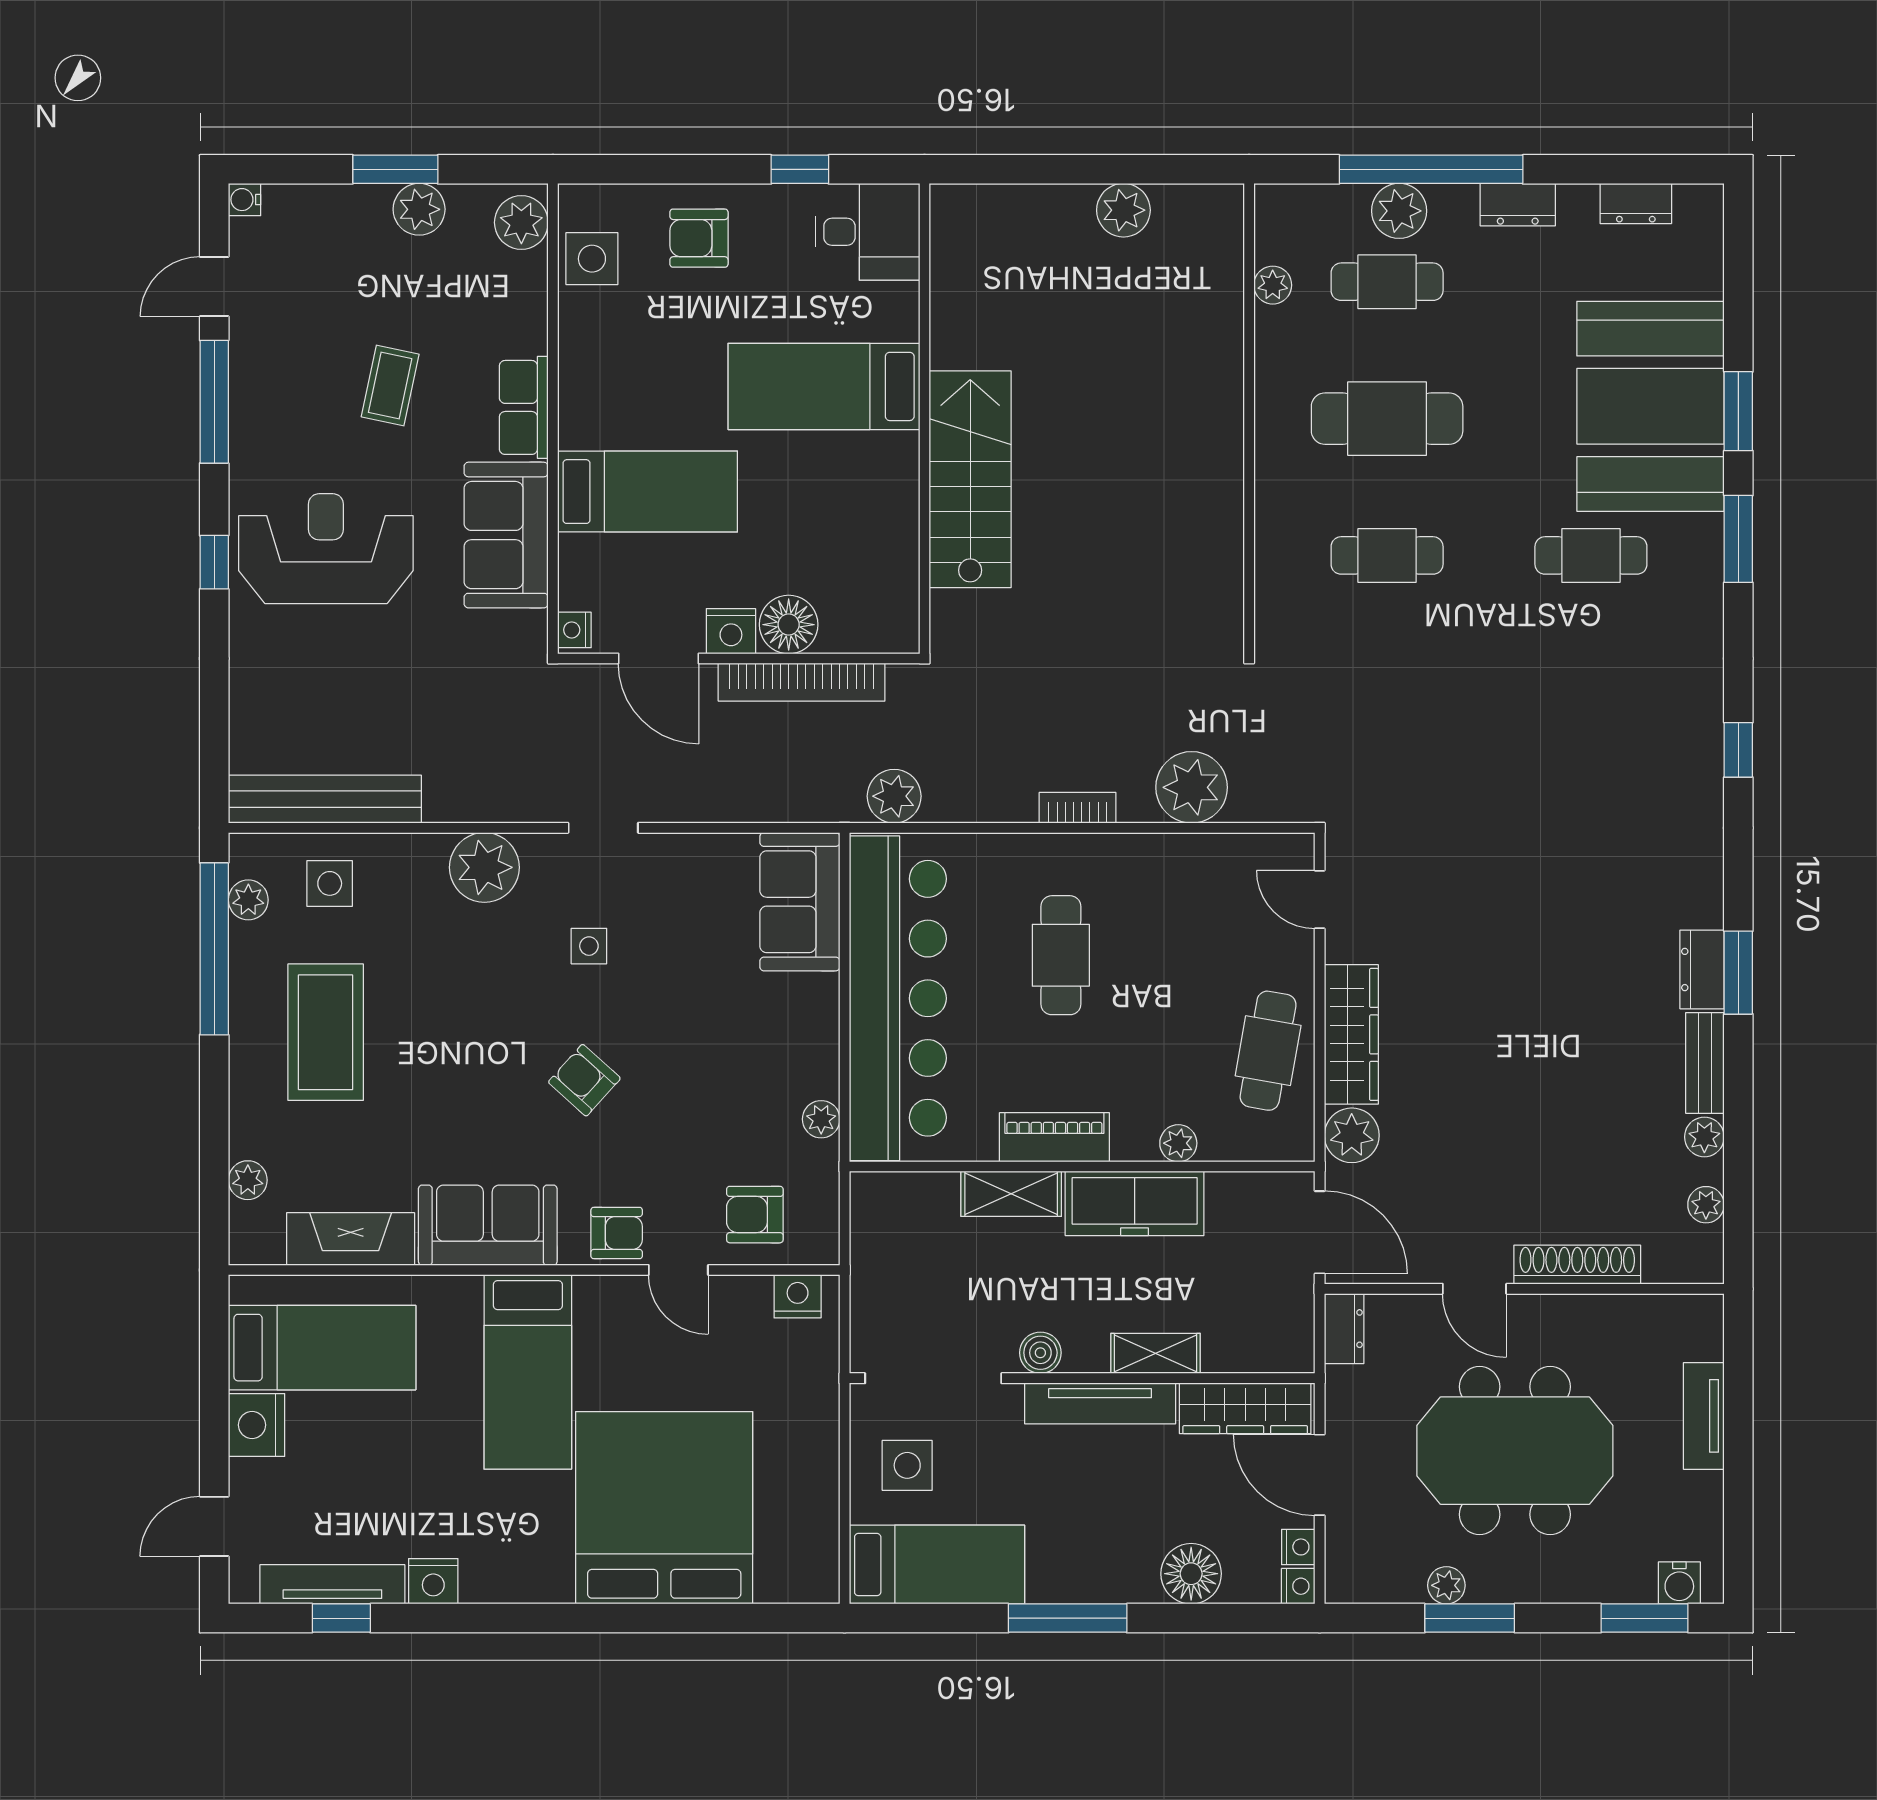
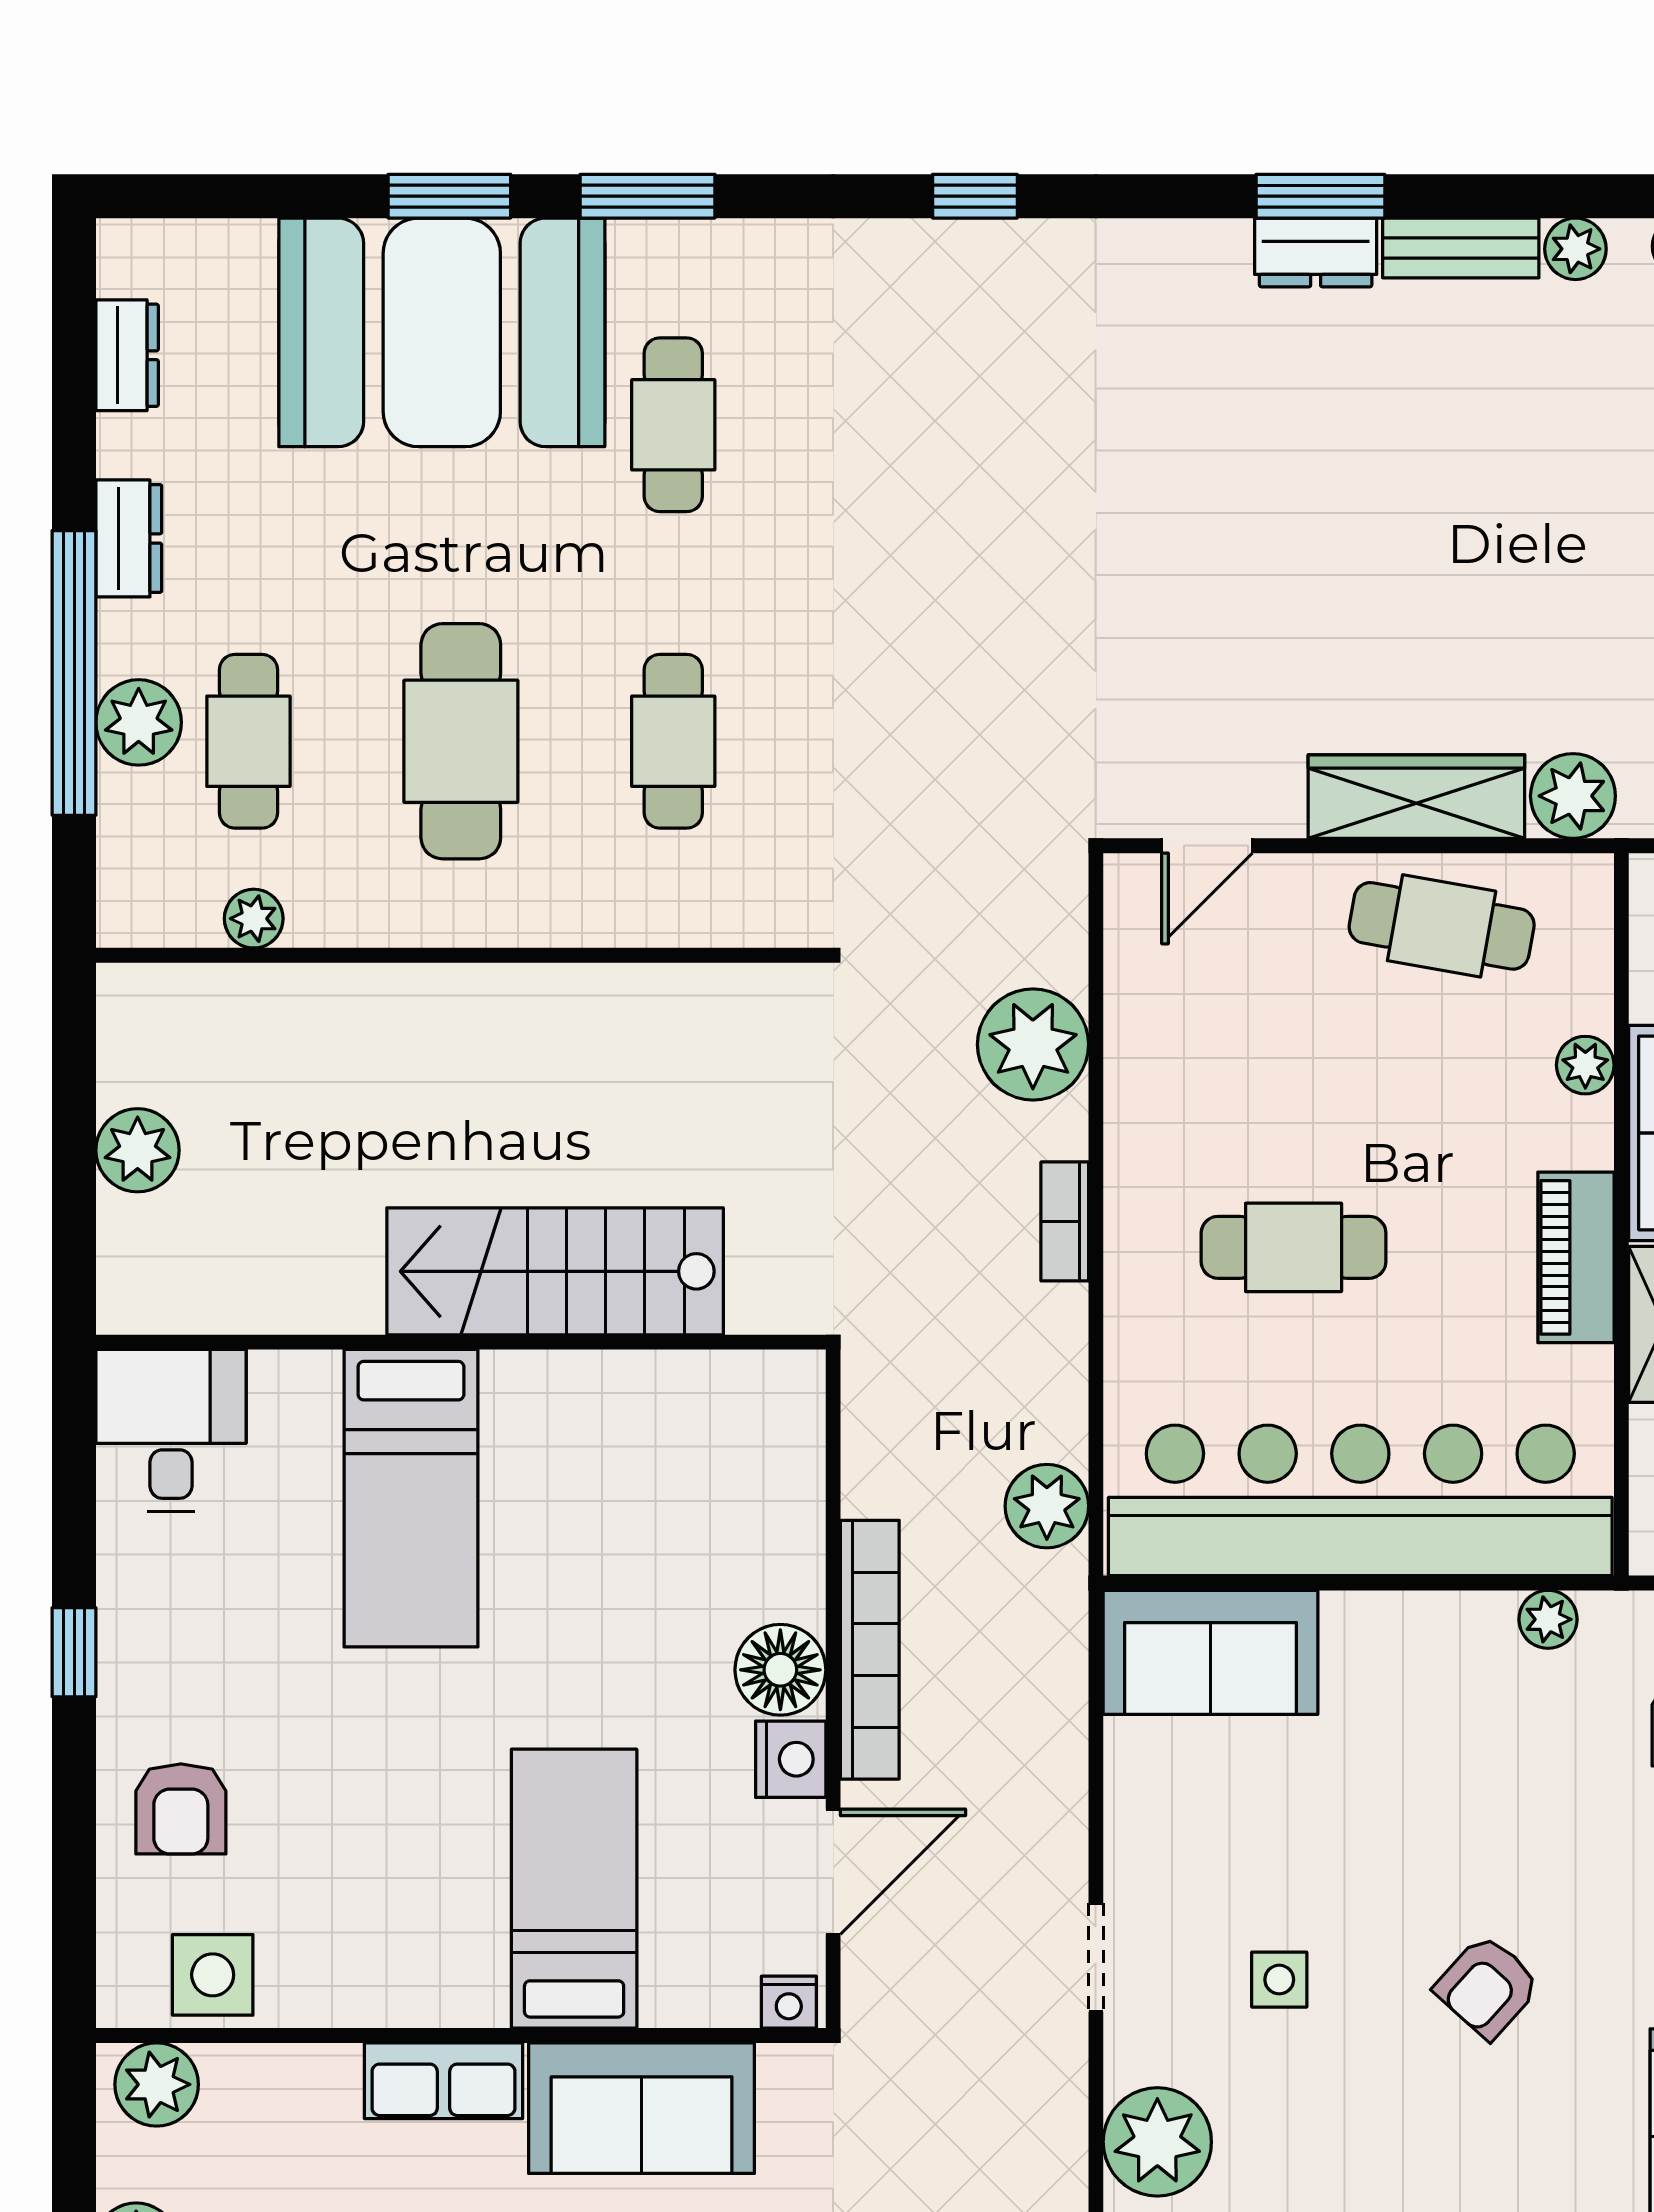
desk: (868, 232) -> (171, 1430), moved
bed: (824, 386) -> (411, 1498), moved
wall: (925, 419) -> (461, 1342), moved
stairs: (970, 479) -> (555, 1271), moved

